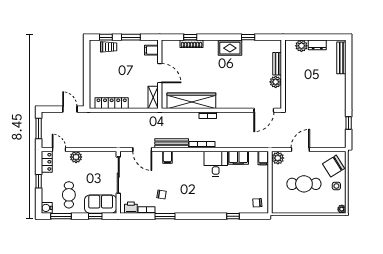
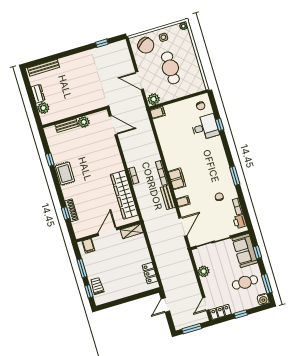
locker: (112, 103) -> (150, 273), width x0.66
bench: (172, 143) -> (168, 197), width x0.73
plant: (76, 157) -> (204, 271), moved
filing cabinet: (238, 158) -> (177, 179), moved
desk: (216, 164) -> (205, 127), moved, turned 180
window: (165, 216) -> (235, 176), moved

